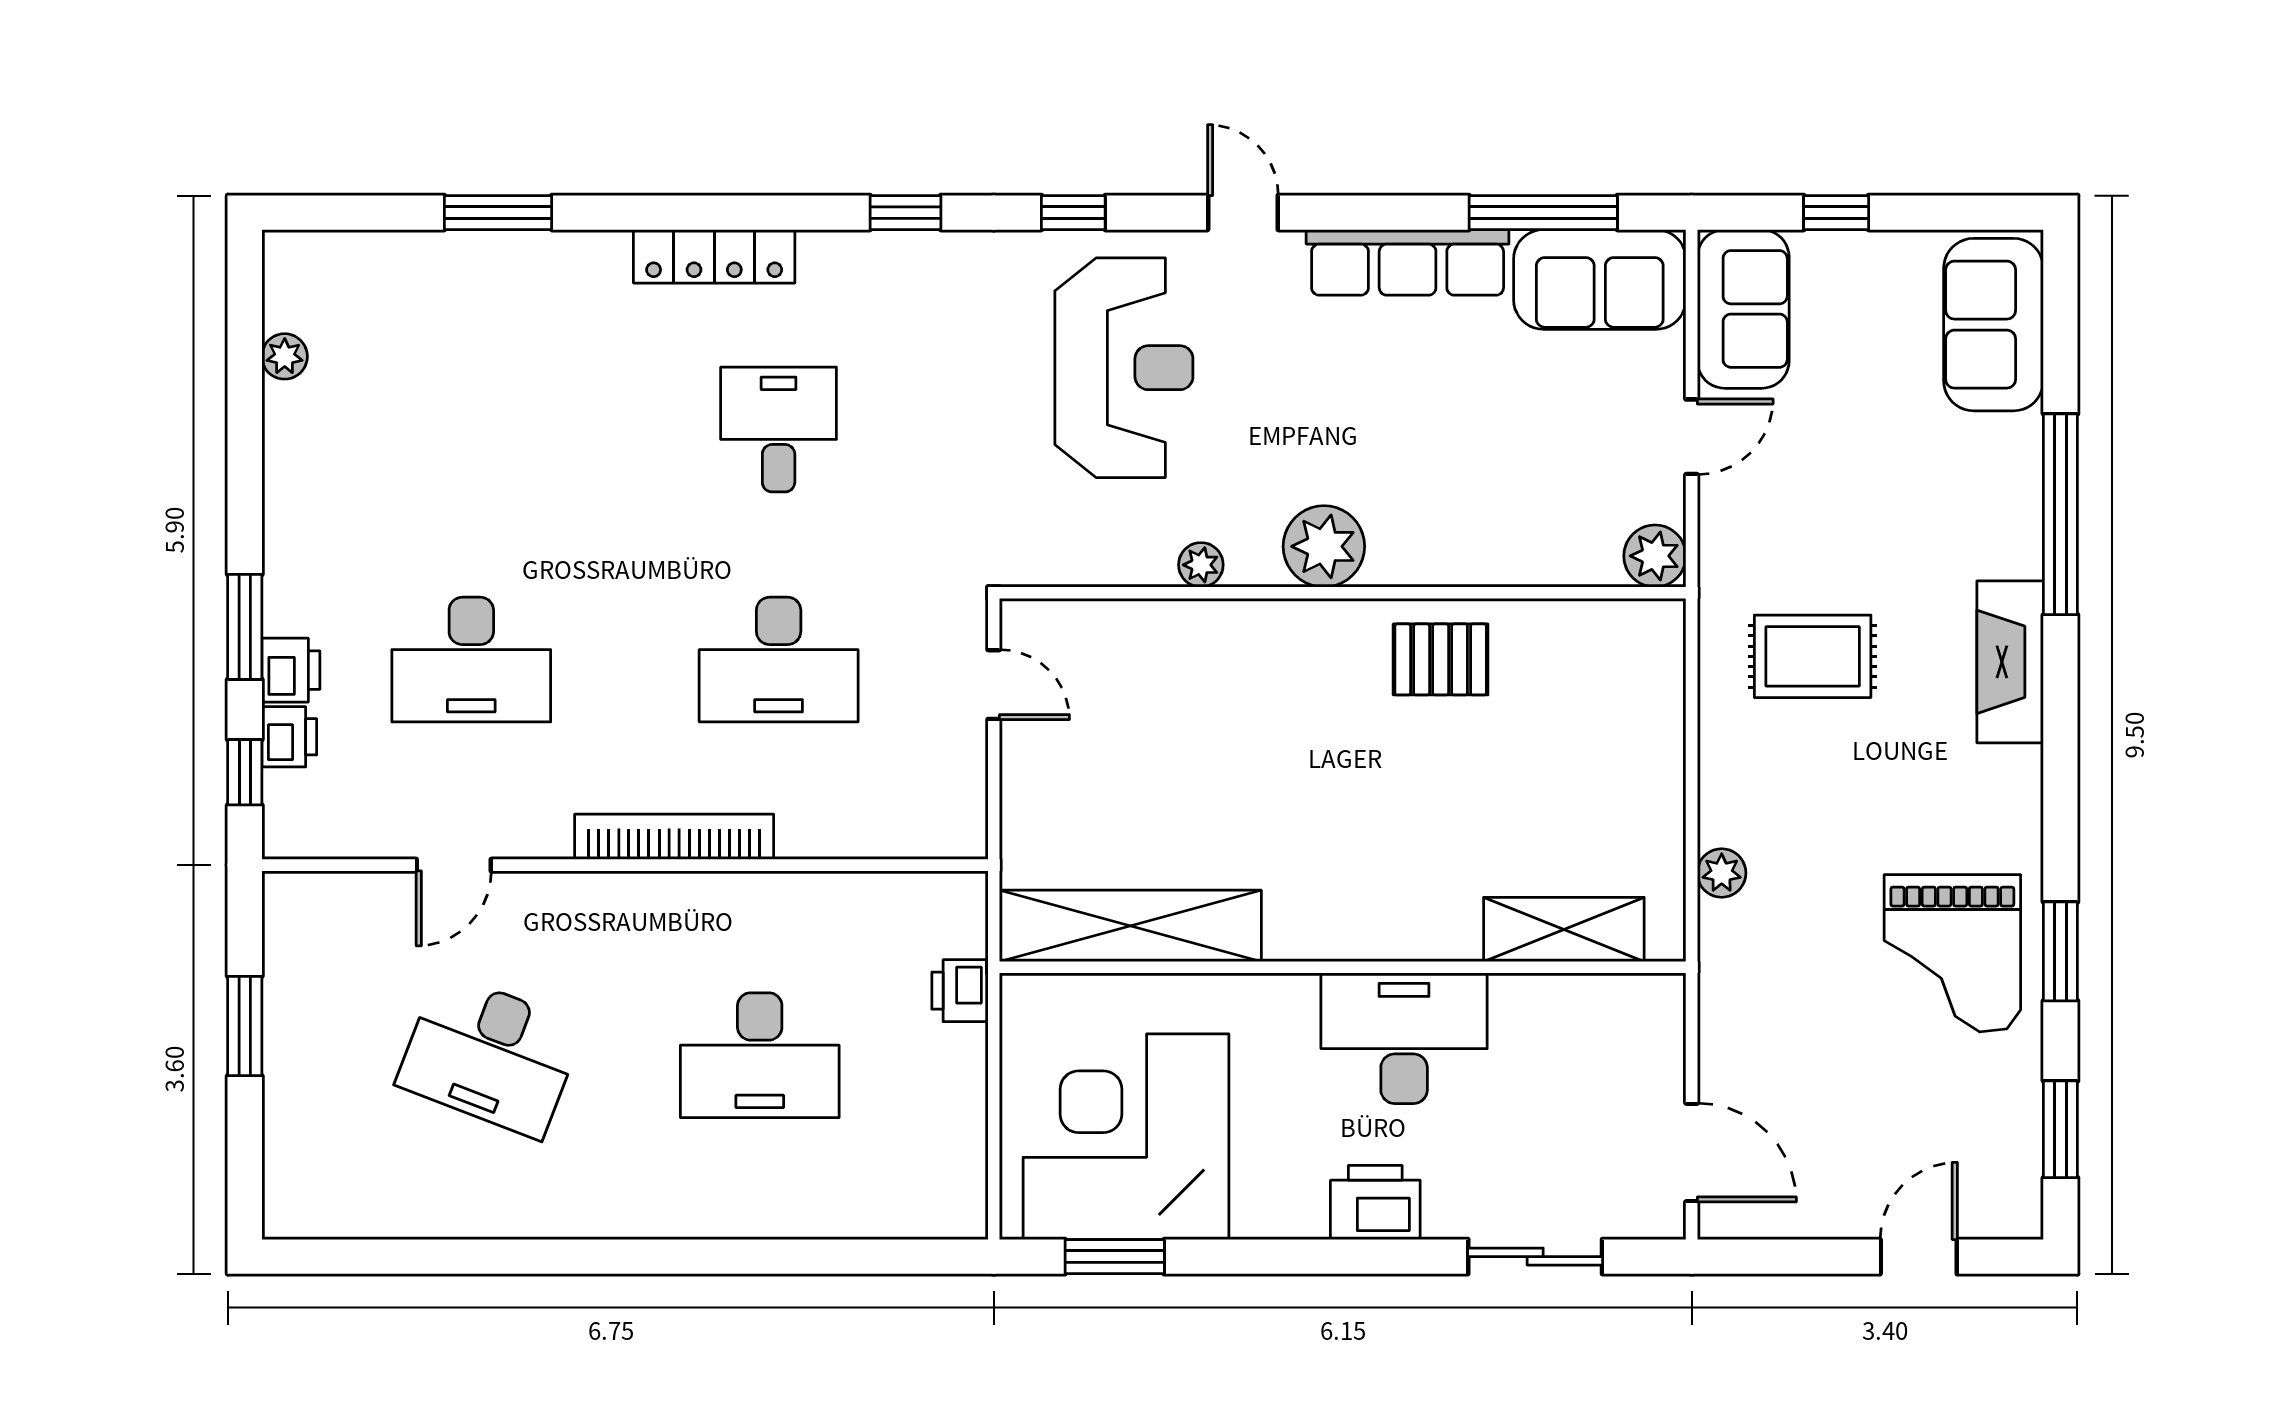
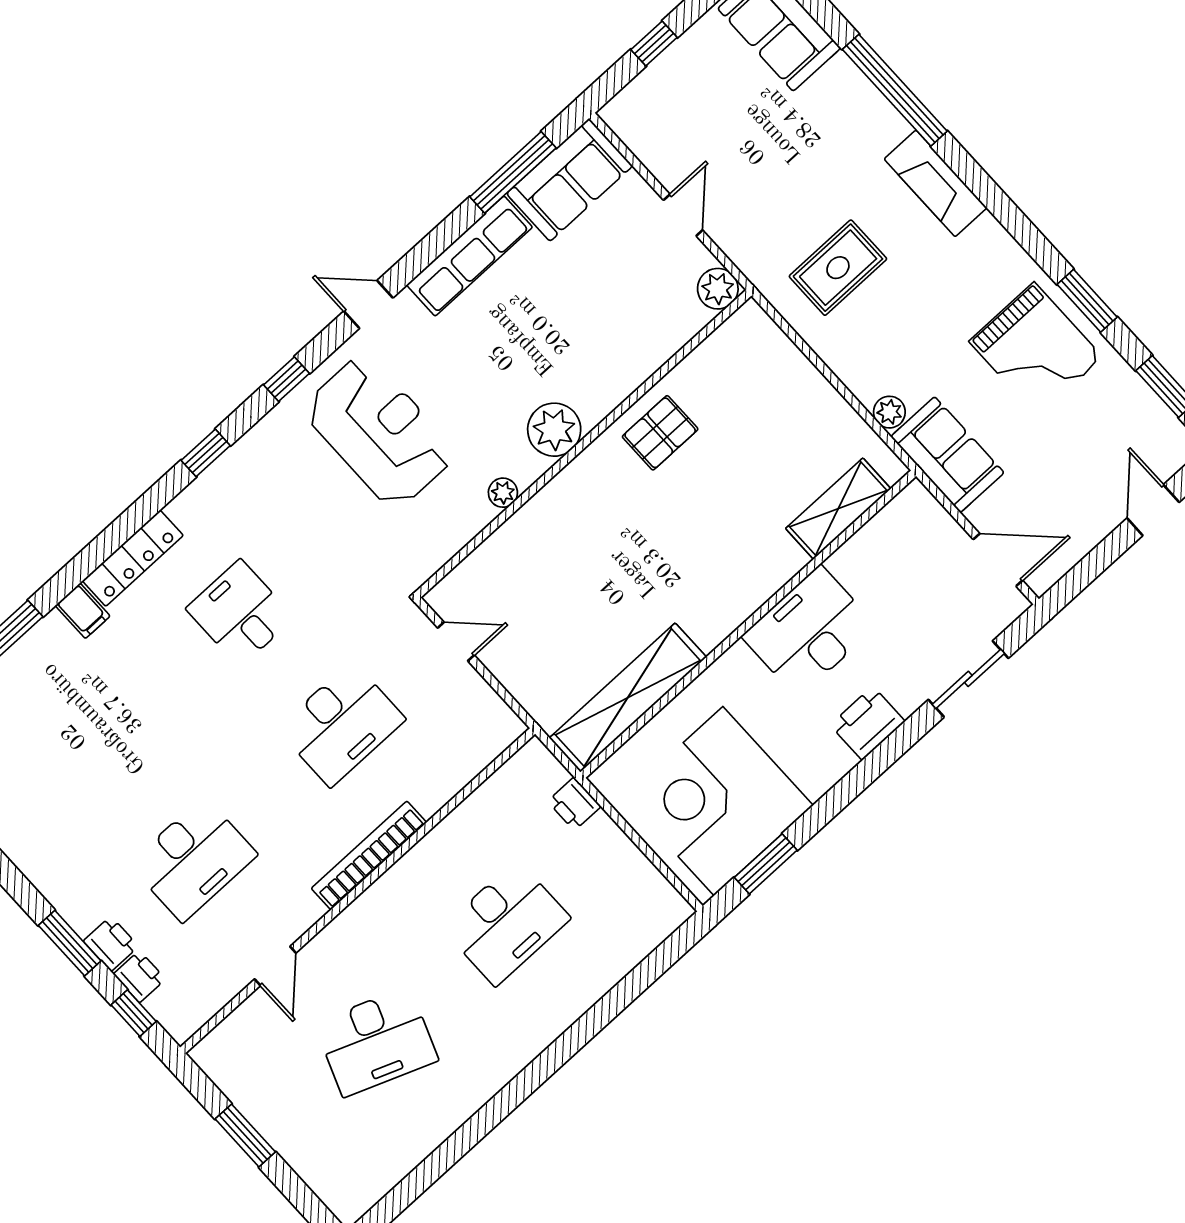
filing cabinet: (603, 264) -> (83, 611), added
sofa: (1743, 309) -> (947, 455), moved

